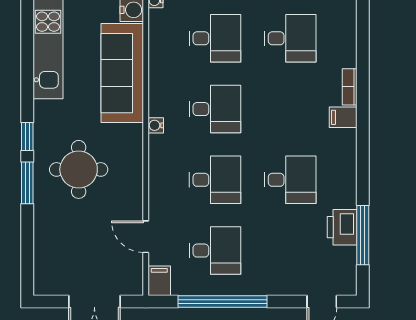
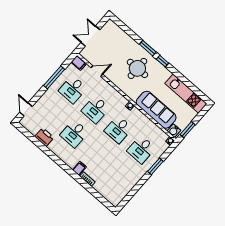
desk: (290, 38) -> (120, 174), removed
window: (363, 235) -> (36, 141), removed
window: (222, 302) -> (54, 77), width x0.68

